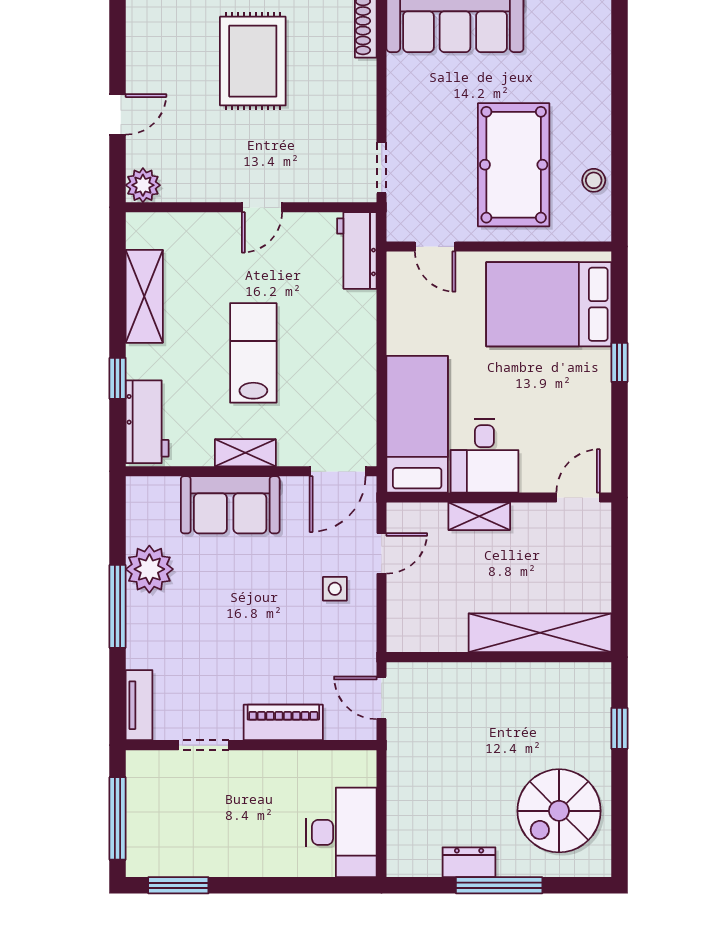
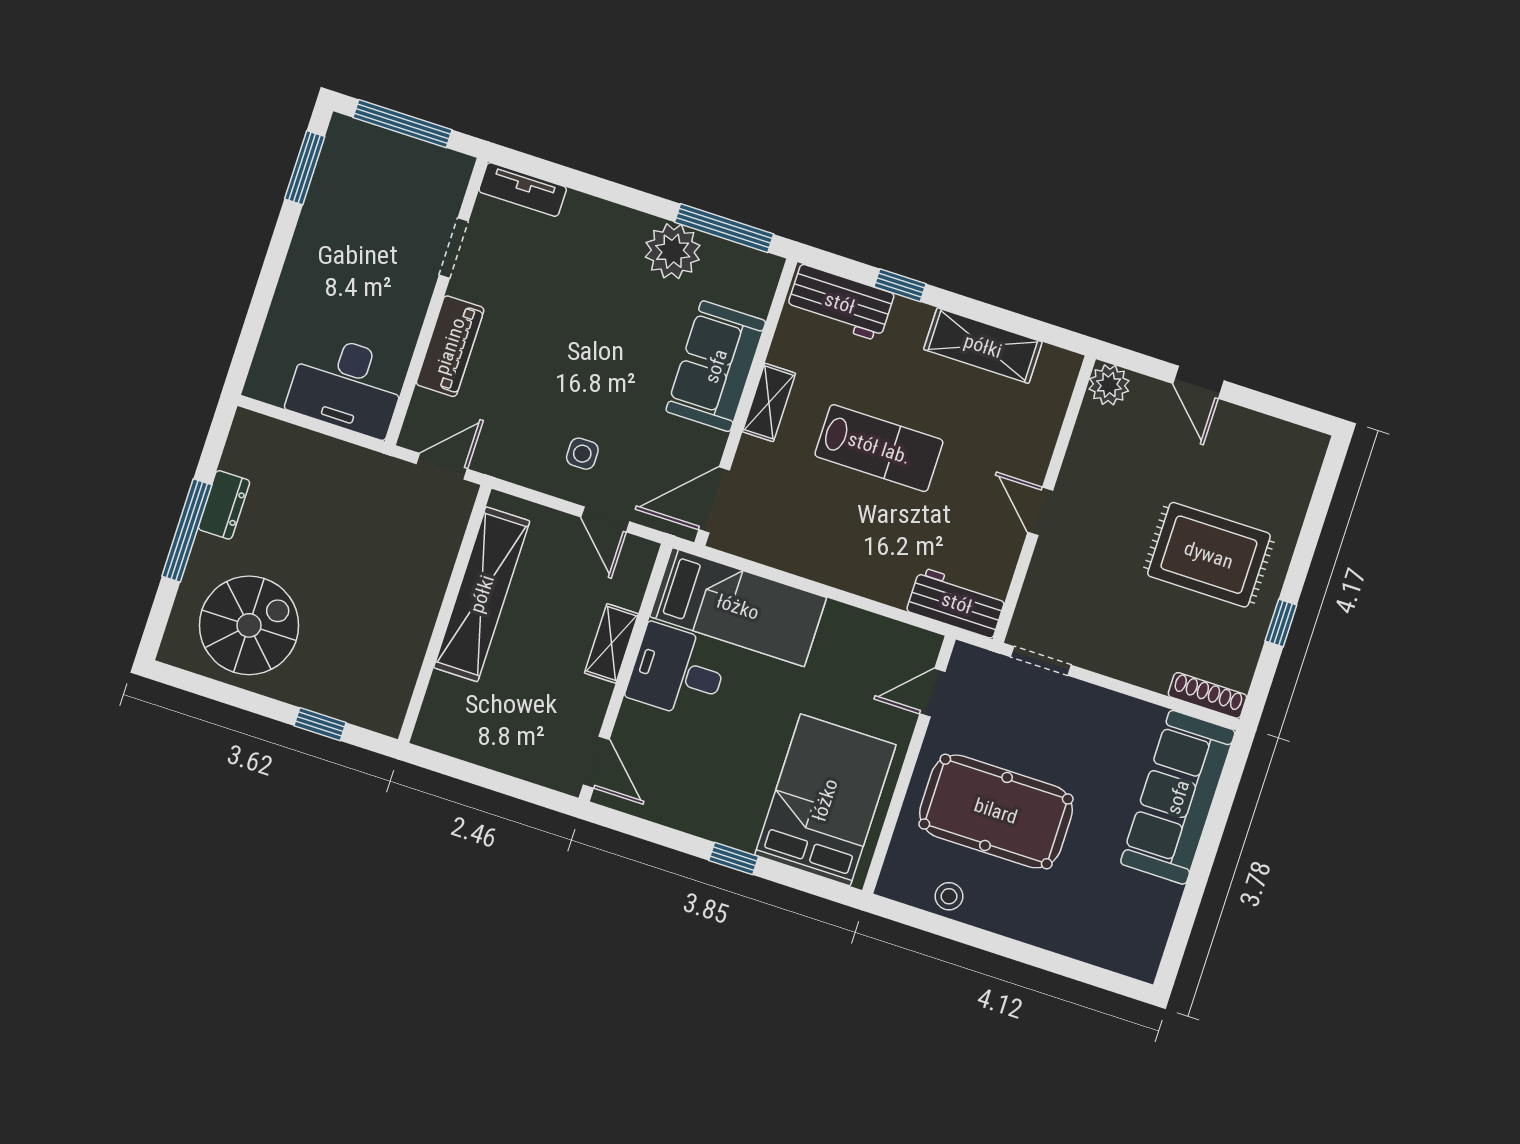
door: (338, 471) -> (714, 500), hinge flipped
window: (118, 606) -> (724, 228), moved
shelving: (540, 633) -> (482, 594), moved
spiral stairs: (559, 811) -> (249, 625), turned 90
desk: (341, 832) -> (347, 385), moved

